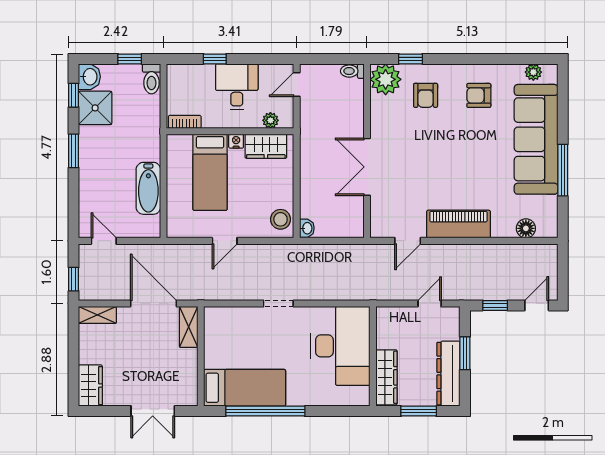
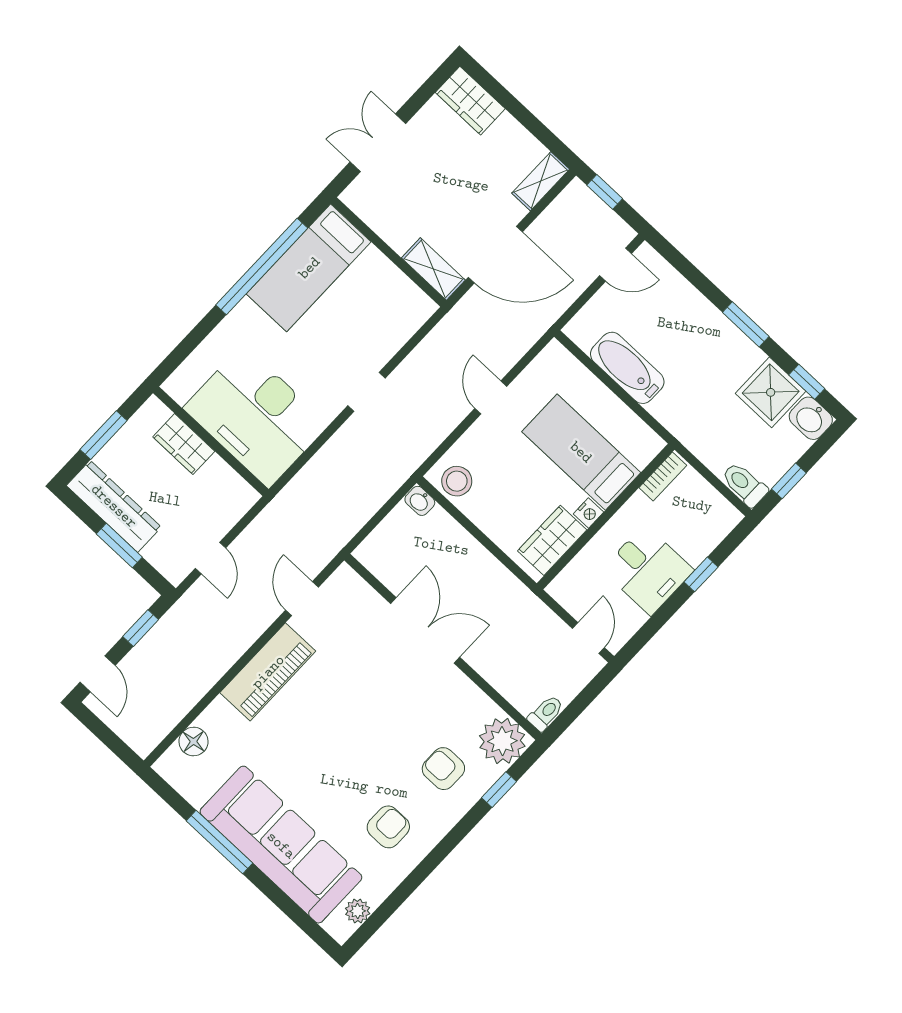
plant: (270, 120) -> (576, 572), removed
wardrobe: (387, 377) -> (184, 444), width x0.67

